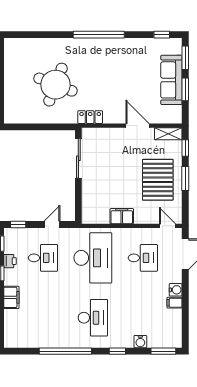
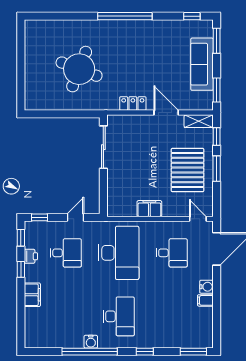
window: (185, 89) -> (217, 90), moved
locker: (90, 117) -> (133, 104), moved
water cooler: (140, 342) -> (91, 342), moved

